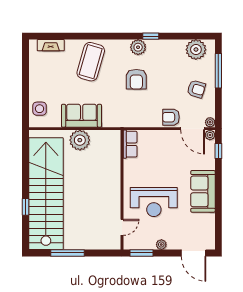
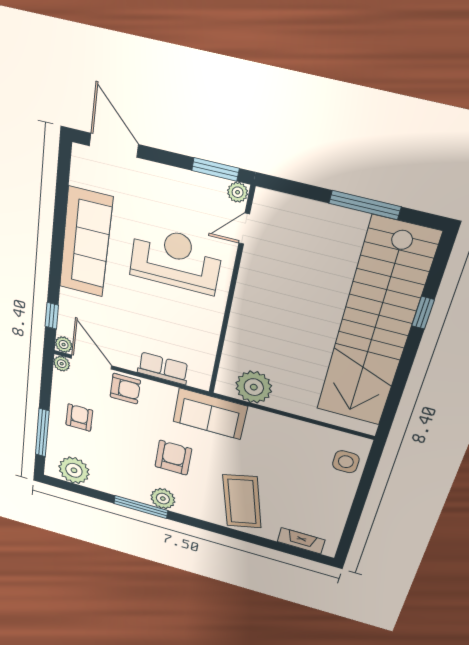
window: (151, 36) -> (141, 507), width x2.17
coffee table: (91, 62) -> (242, 502), turned -31
armchair: (196, 89) -> (79, 418), turned 73
sofa: (82, 116) -> (210, 414), moved
plant: (80, 140) -> (254, 387), moved
row of seats: (130, 144) -> (163, 368), moved, turned 90
sofa: (203, 191) -> (86, 243), width x1.36
plant: (161, 245) -> (238, 192), moved

